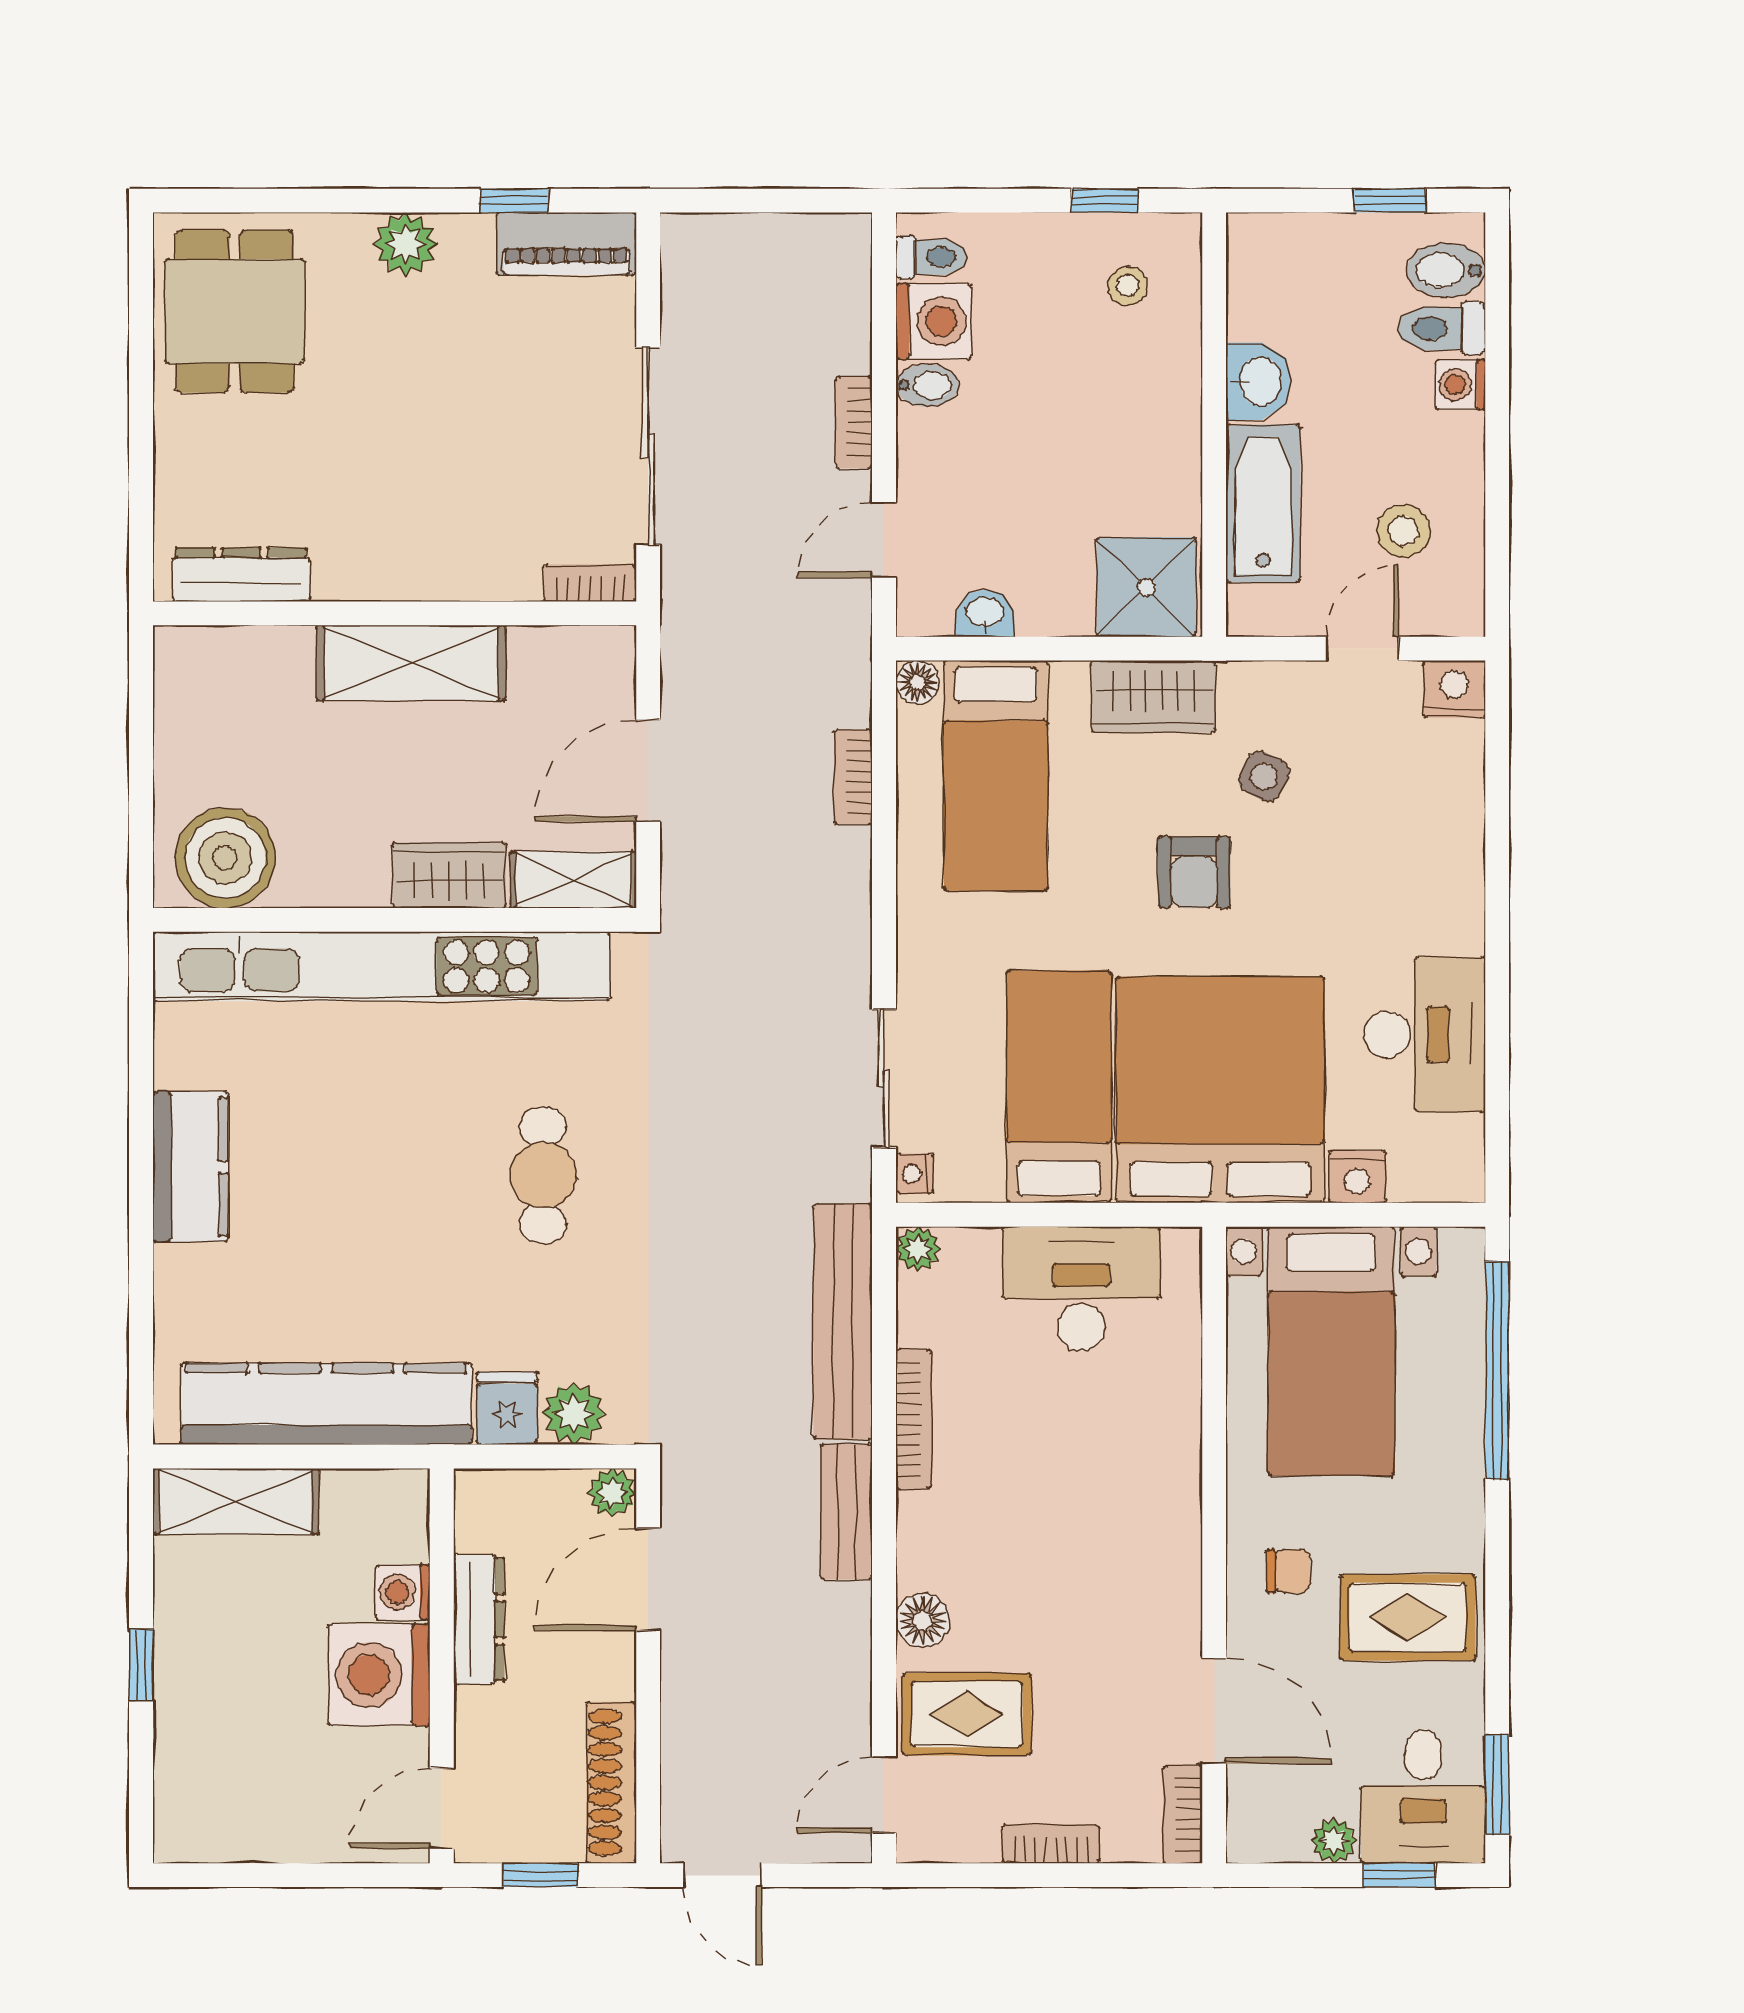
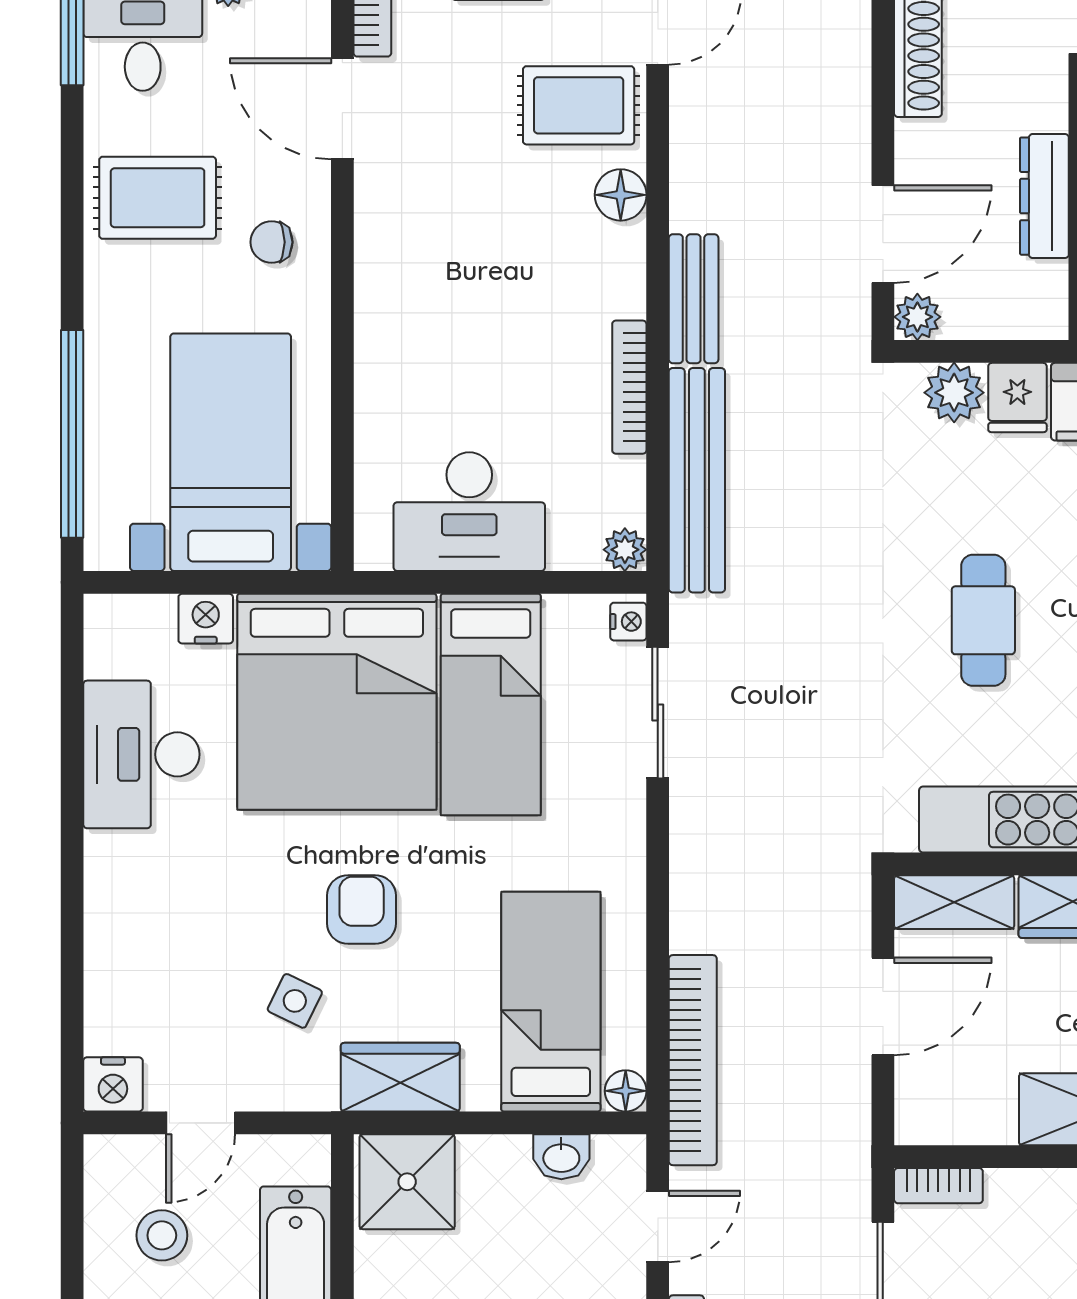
bookcase: (853, 777) -> (693, 1060), width x2.31, depth x1.31

